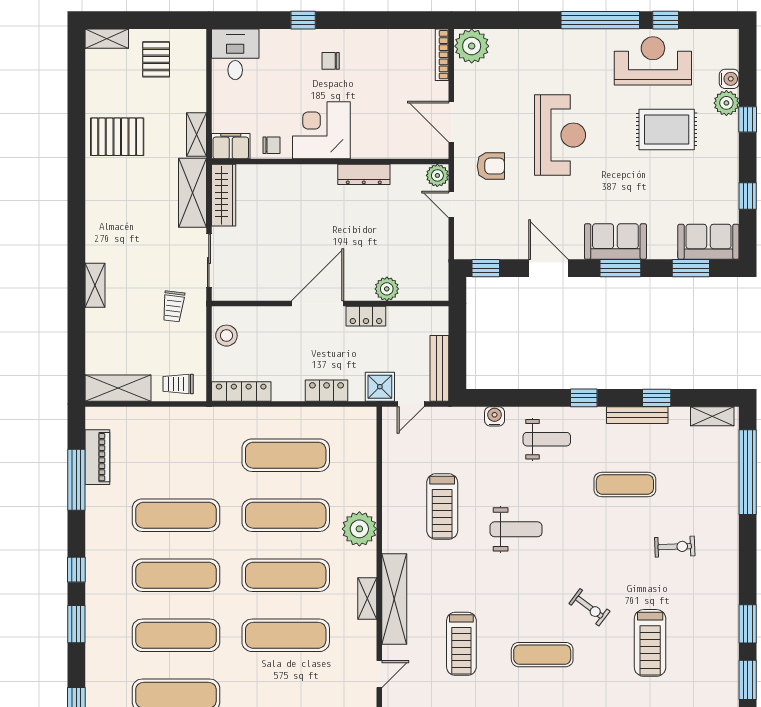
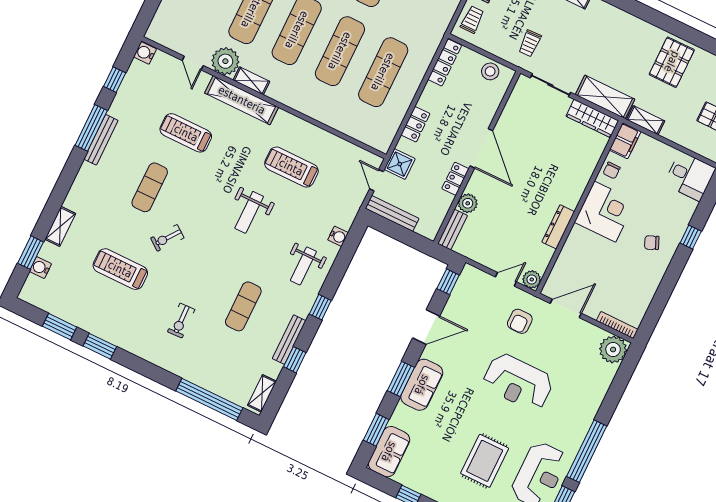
chair: (331, 61) -> (652, 243), turned -113
bench: (425, 292) -> (452, 230), added
trolley: (173, 306) -> (530, 43), turned -99
plant: (359, 529) -> (225, 61), moved

